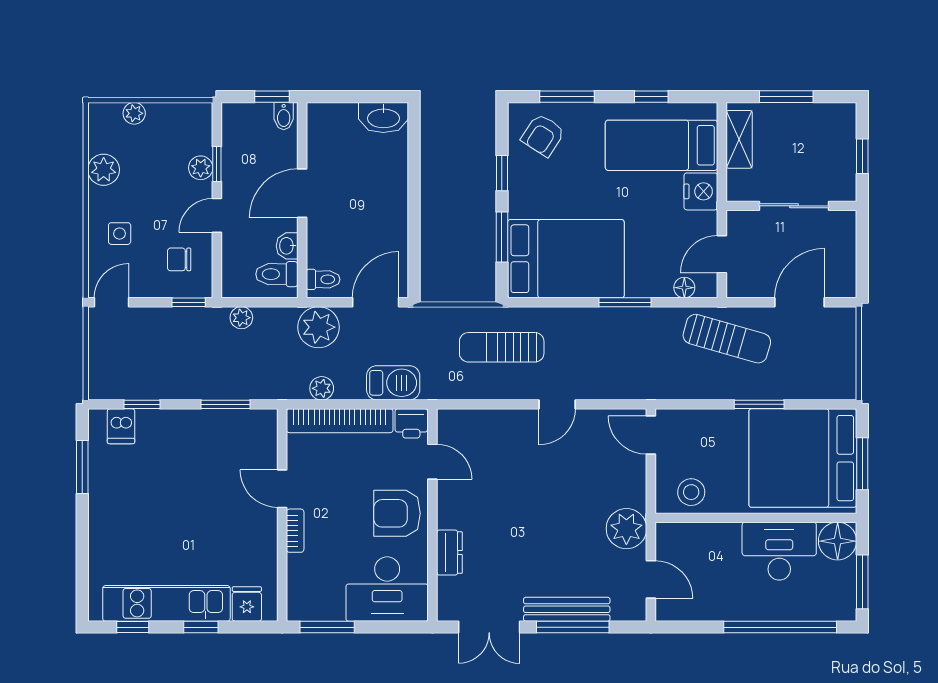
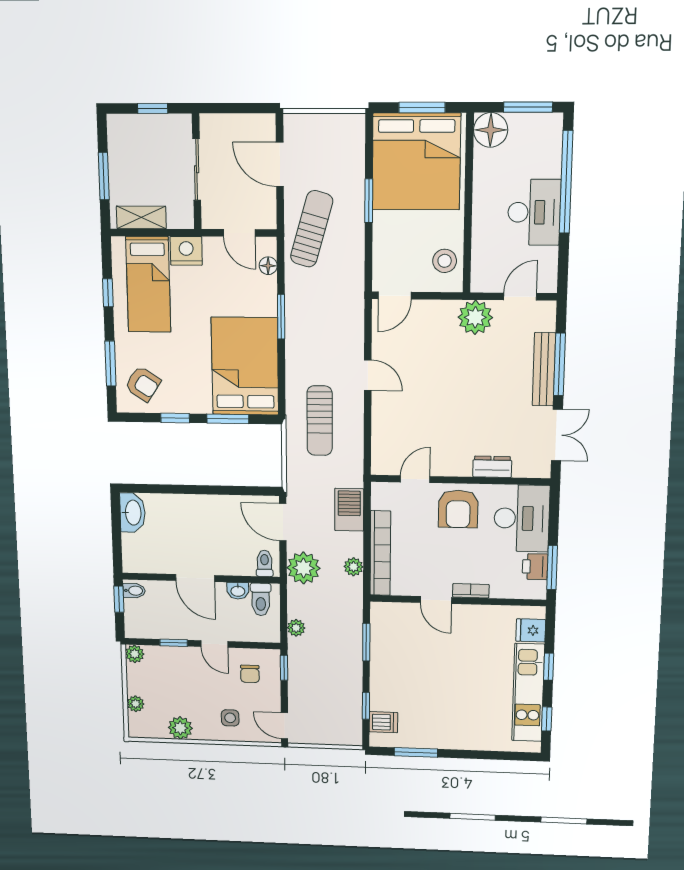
plant: (201, 168) -> (135, 654), moved
printer: (411, 423) -> (535, 567), moved, turned 180
door: (282, 489) -> (436, 600), hinge flipped
desk: (779, 551) -> (534, 212), moved, turned 180

